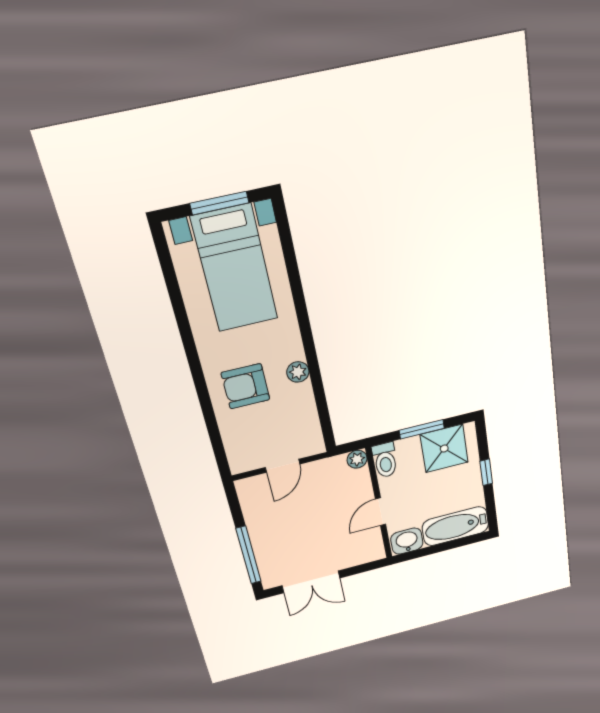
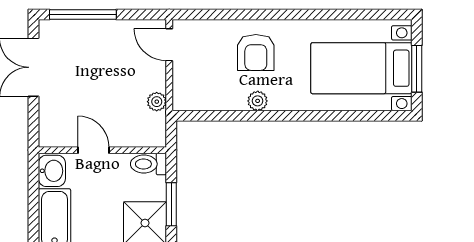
armchair: (246, 386) -> (256, 52), turned 180
plant: (357, 459) -> (157, 102), moved
door: (283, 466) -> (169, 45), moved

